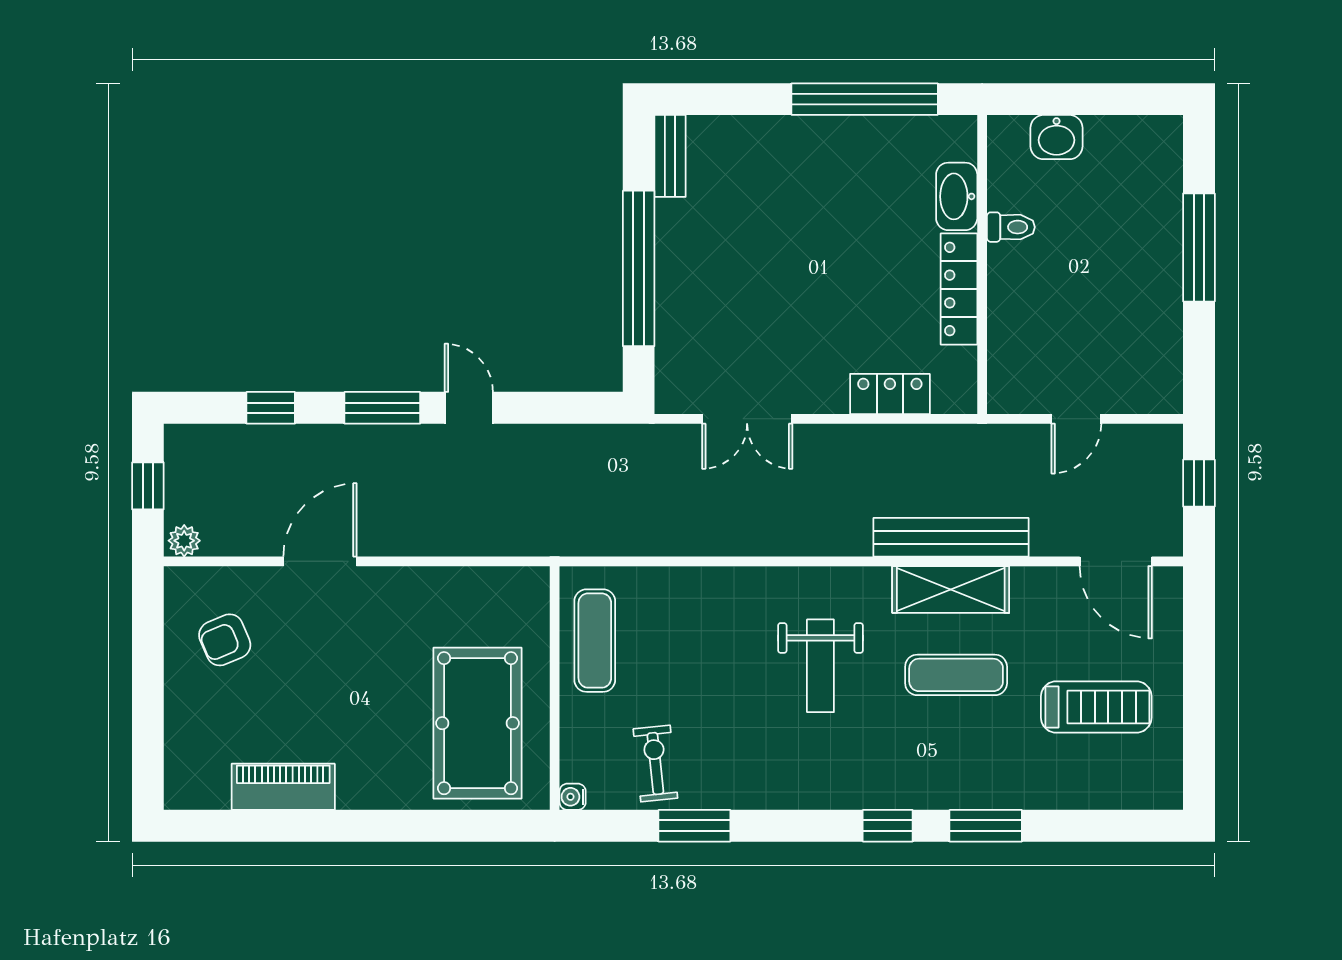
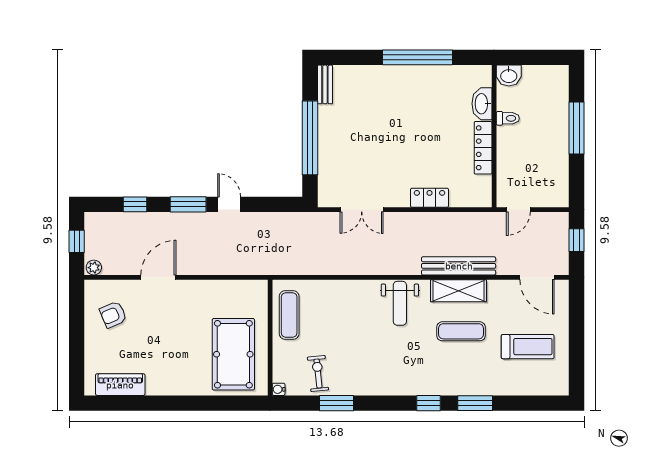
washbasin: (957, 196) -> (482, 104), moved
toilet: (1011, 227) -> (508, 118), moved
wall: (982, 265) -> (494, 136), moved
locker: (959, 289) -> (483, 148), moved
weight bench: (820, 666) -> (400, 303), moved
piano: (283, 787) -> (120, 385), moved

